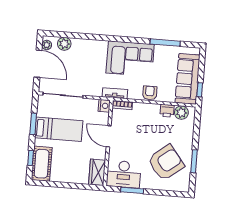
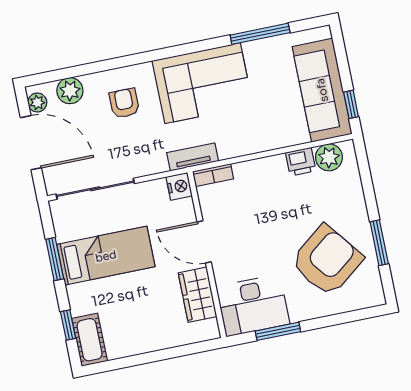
armchair: (150, 93) -> (124, 103), moved
cot: (42, 164) -> (90, 340), width x0.73, depth x0.75
wardrobe: (97, 172) -> (197, 295), moved

